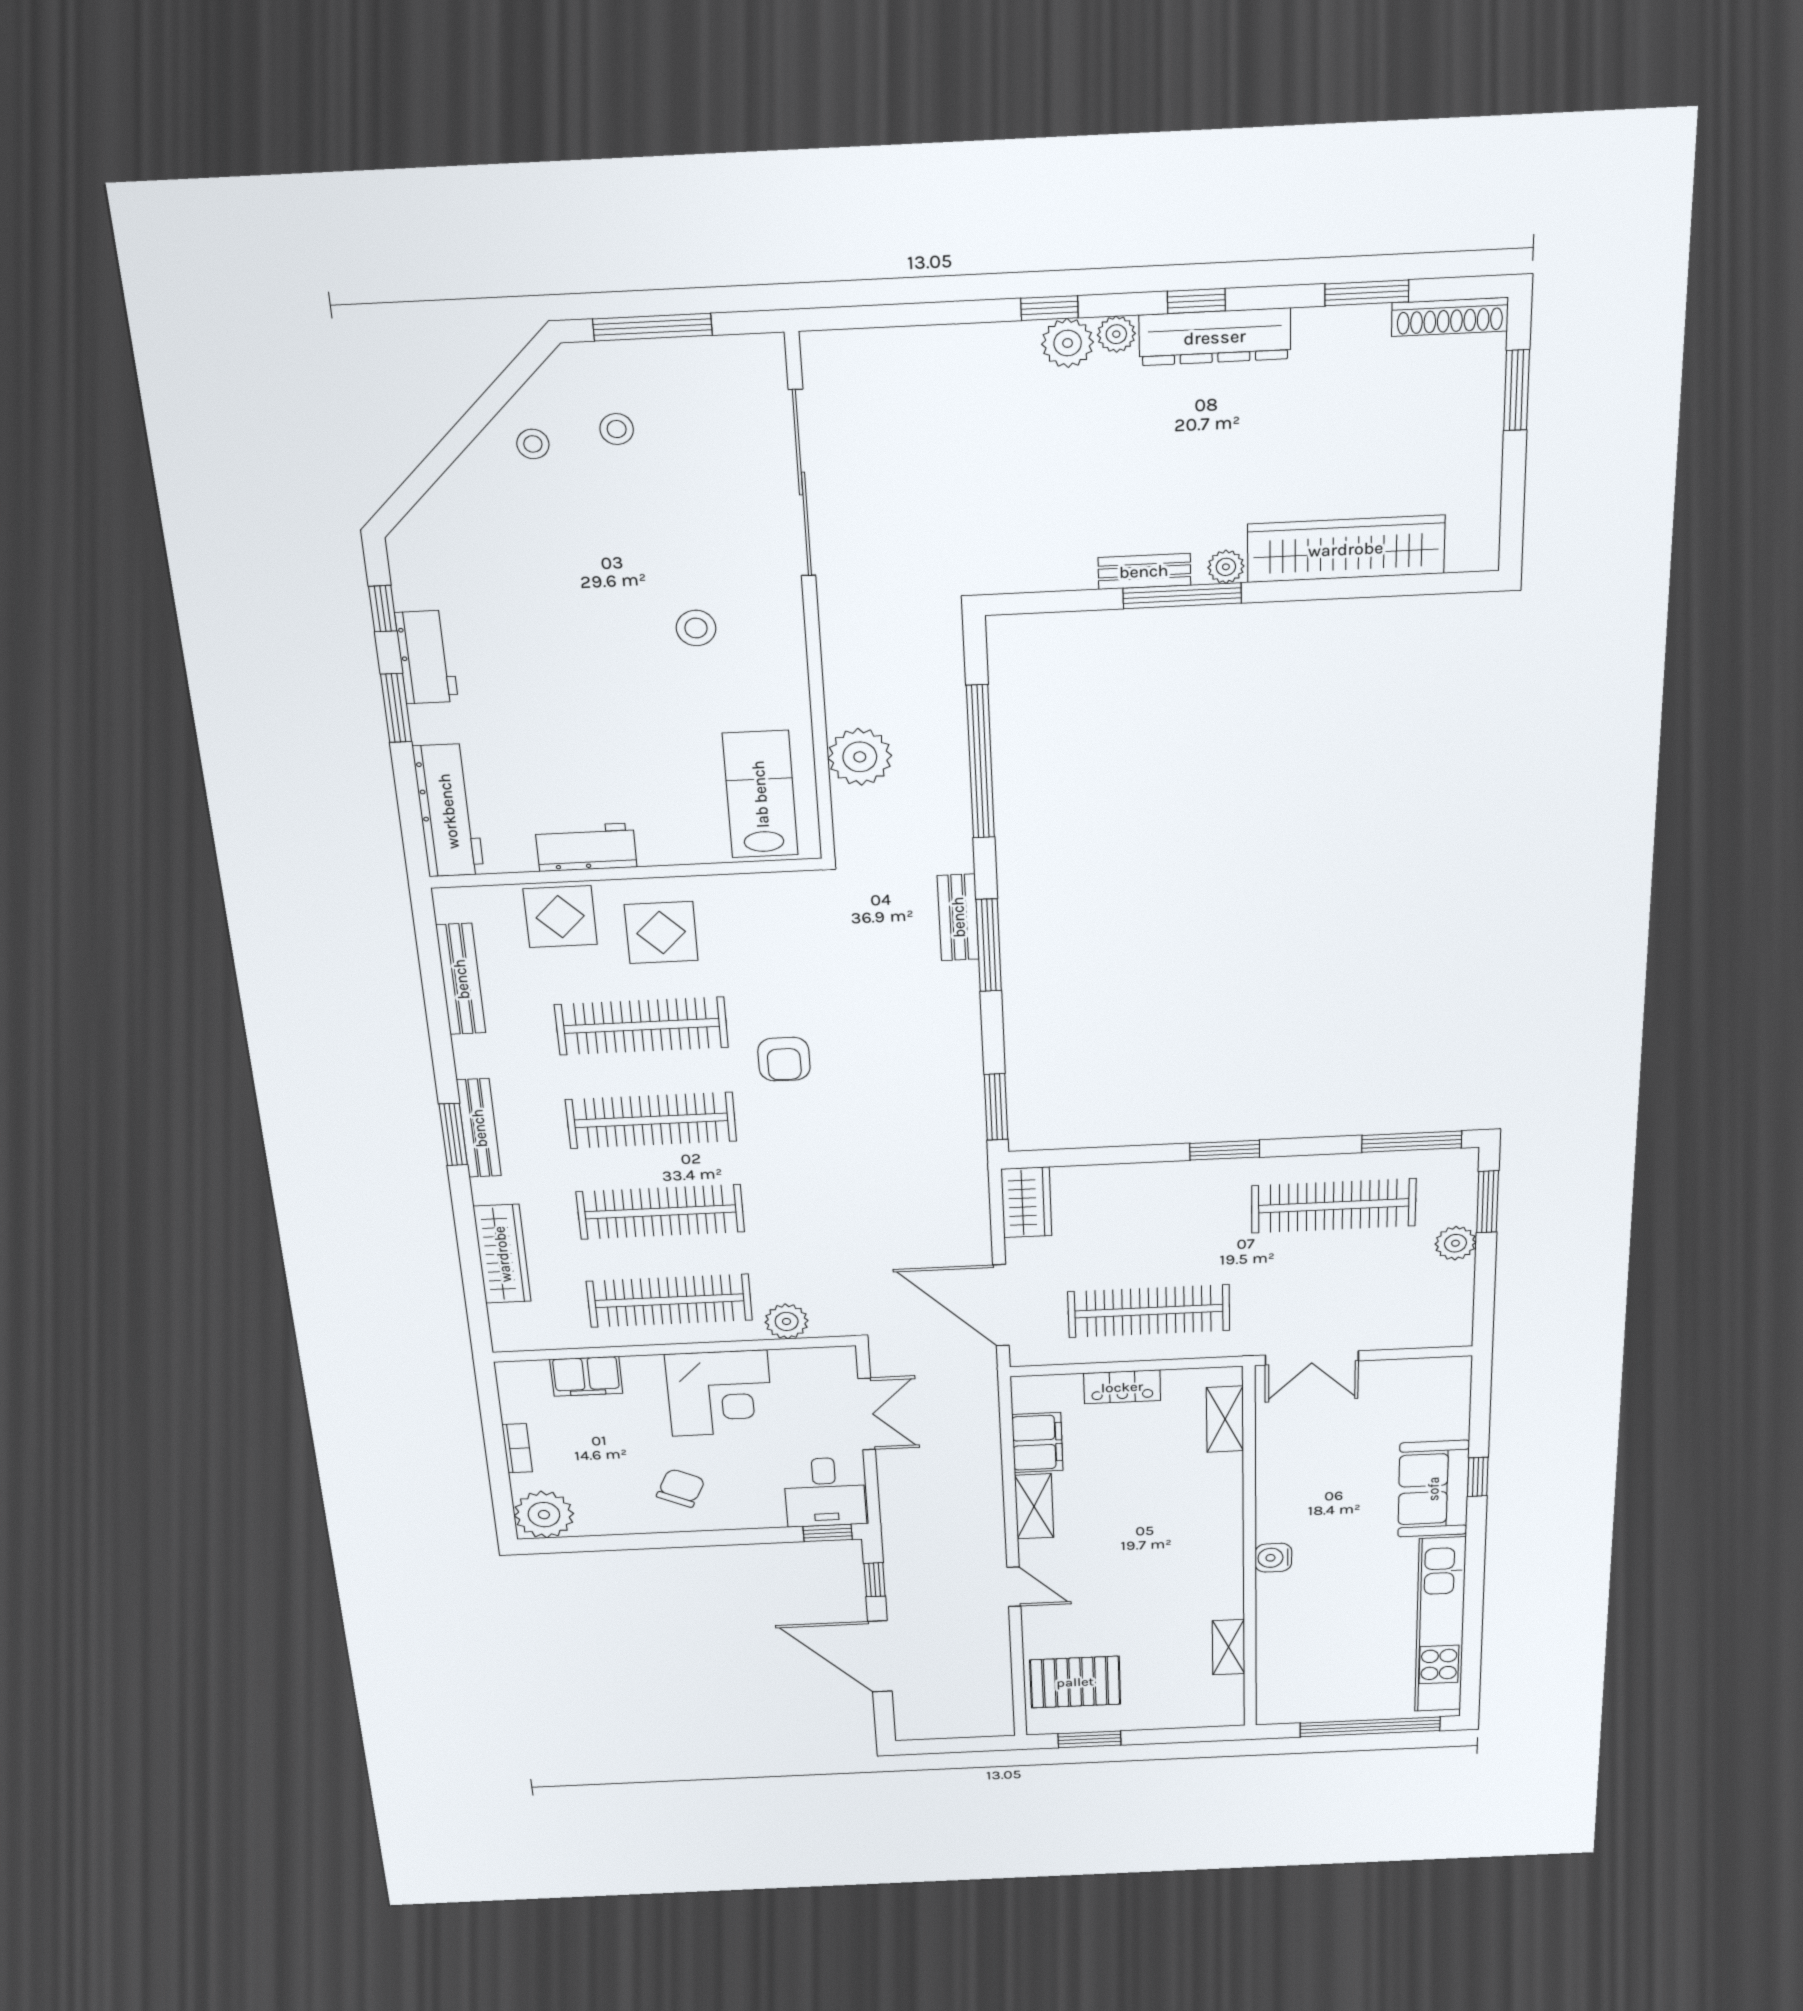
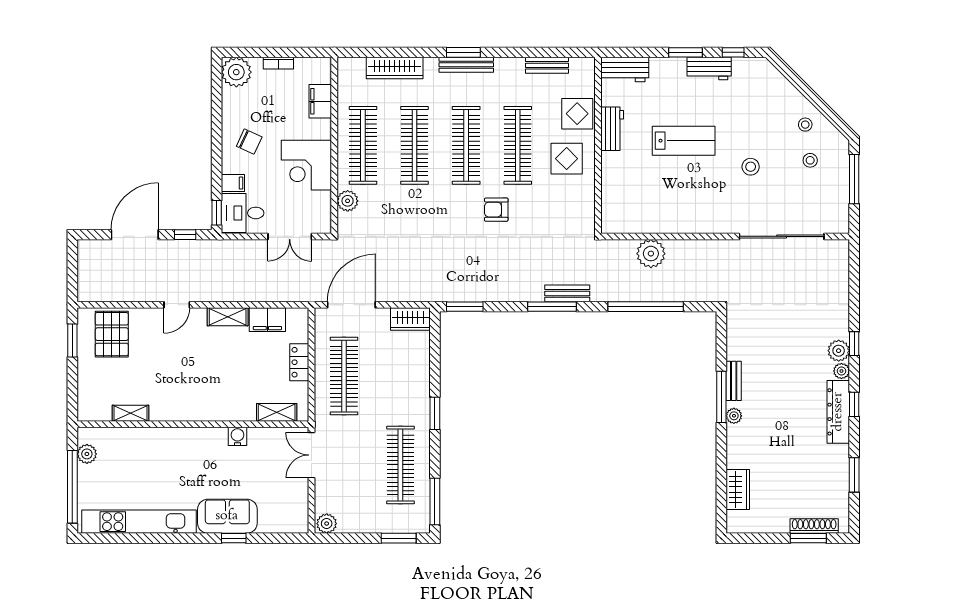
shoe rack: (1450, 317) -> (814, 526), moved, turned 90
wardrobe: (1346, 549) -> (738, 489), width x0.48, depth x0.85
stool: (696, 628) -> (751, 167), moved
lab bench: (760, 794) -> (684, 141), moved
workbench: (448, 811) -> (625, 70), width x0.73
bench: (461, 979) -> (547, 65), width x0.73
plant: (1455, 1243) -> (327, 524), moved
filing cabinet: (766, 1510) -> (233, 183), added
water cooler: (1273, 1558) -> (237, 436), moved
plant: (1307, 1708) -> (87, 454), added

